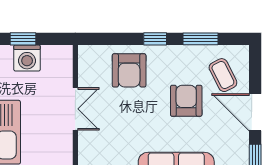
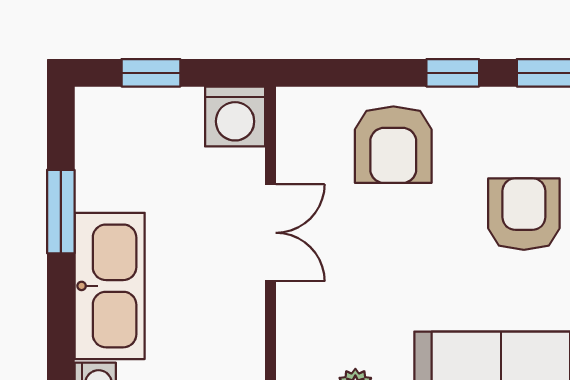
washing machine: (27, 58) -> (235, 117), moved

